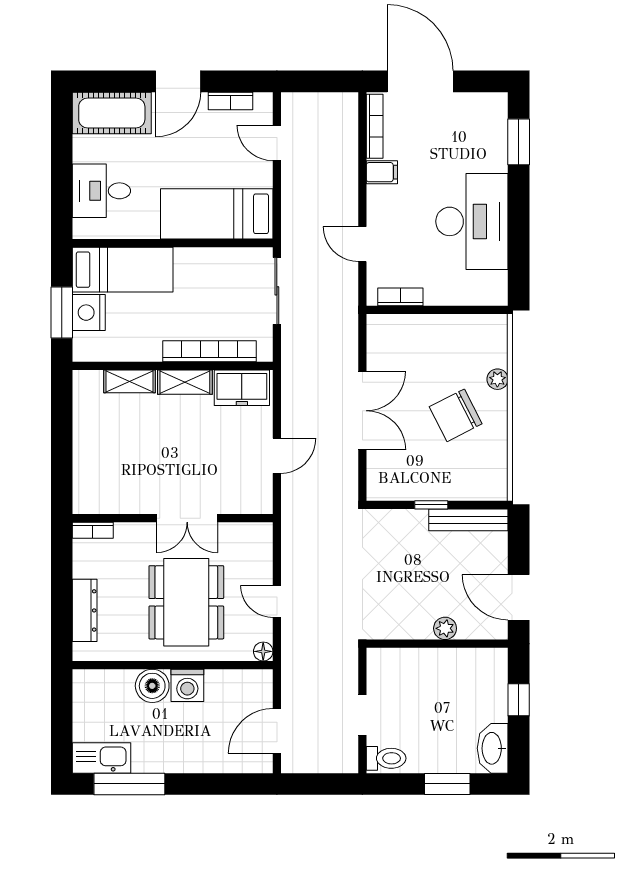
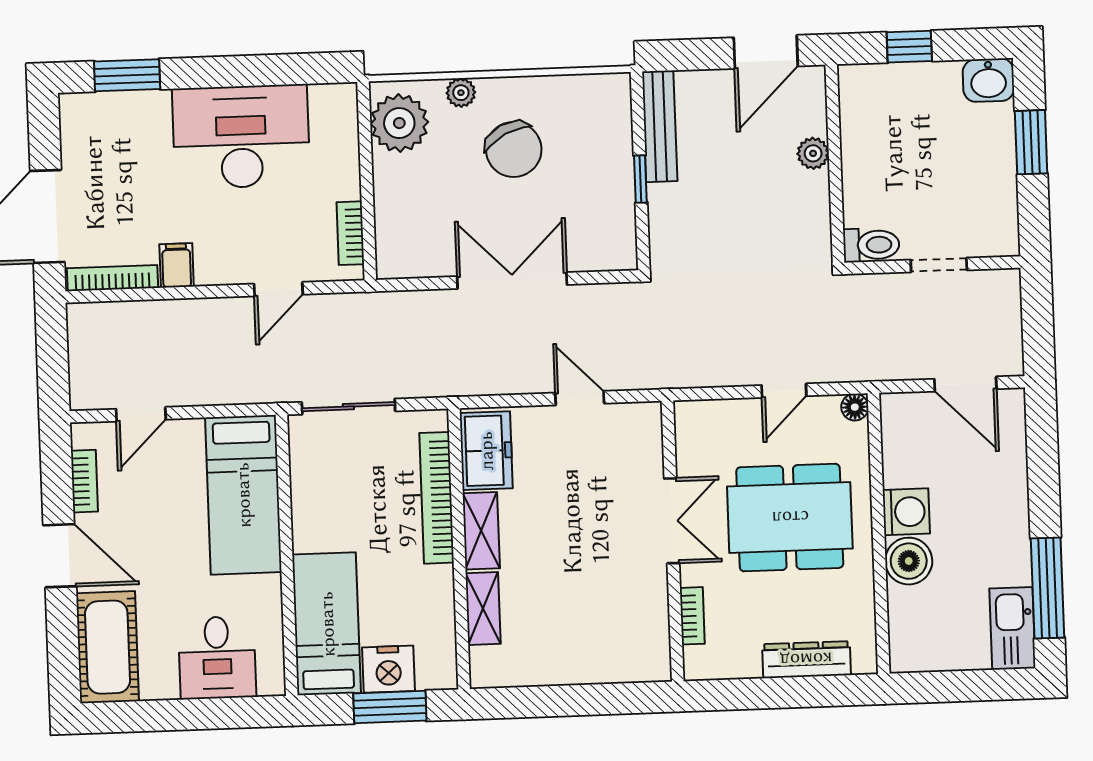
plant: (477, 335) -> (399, 123), added
bookcase: (93, 530) -> (692, 616), moved
washbasin: (493, 748) -> (988, 80), width x0.72
toilet: (386, 758) -> (871, 245), moved, turned 90

